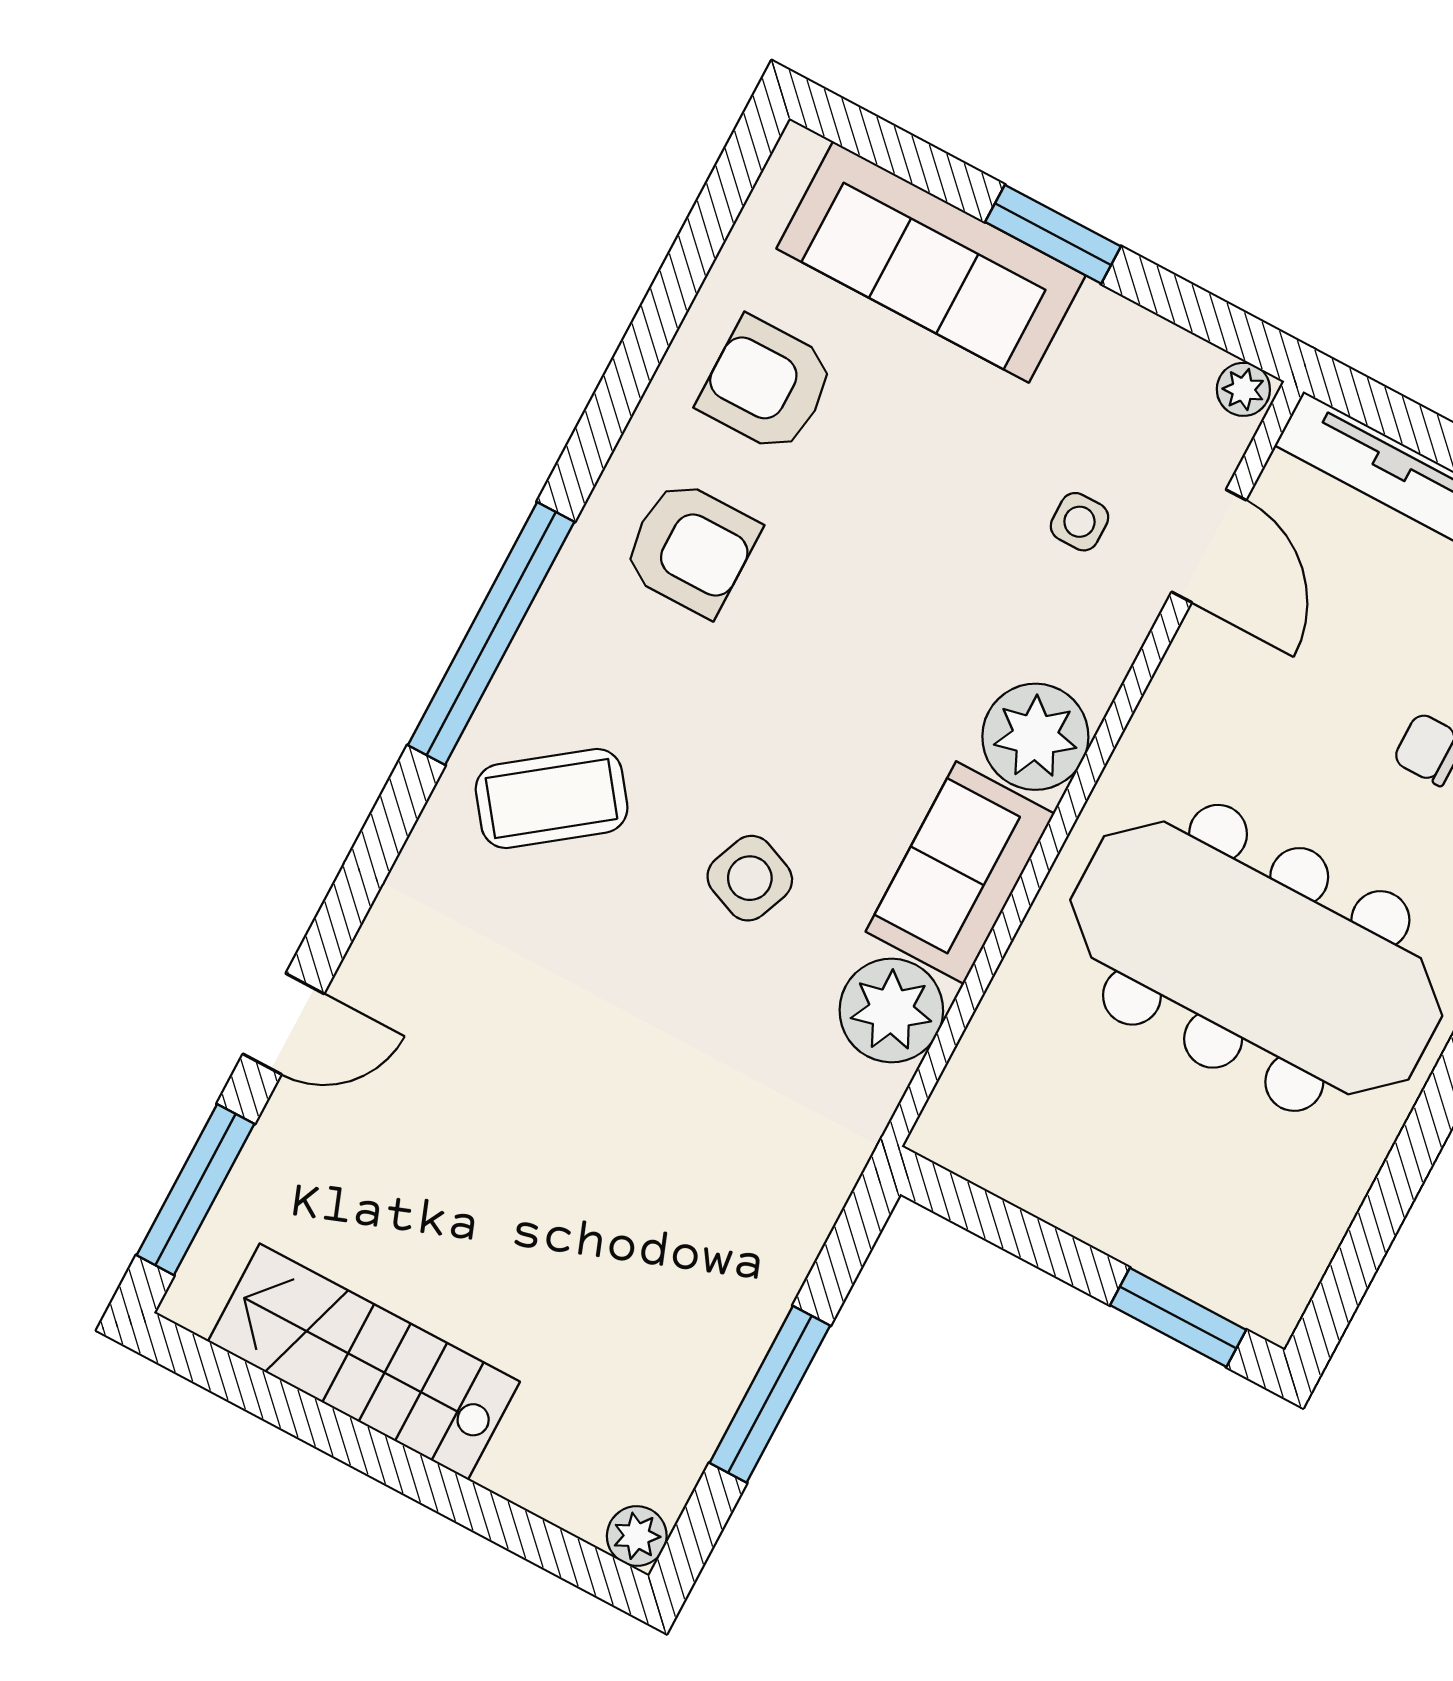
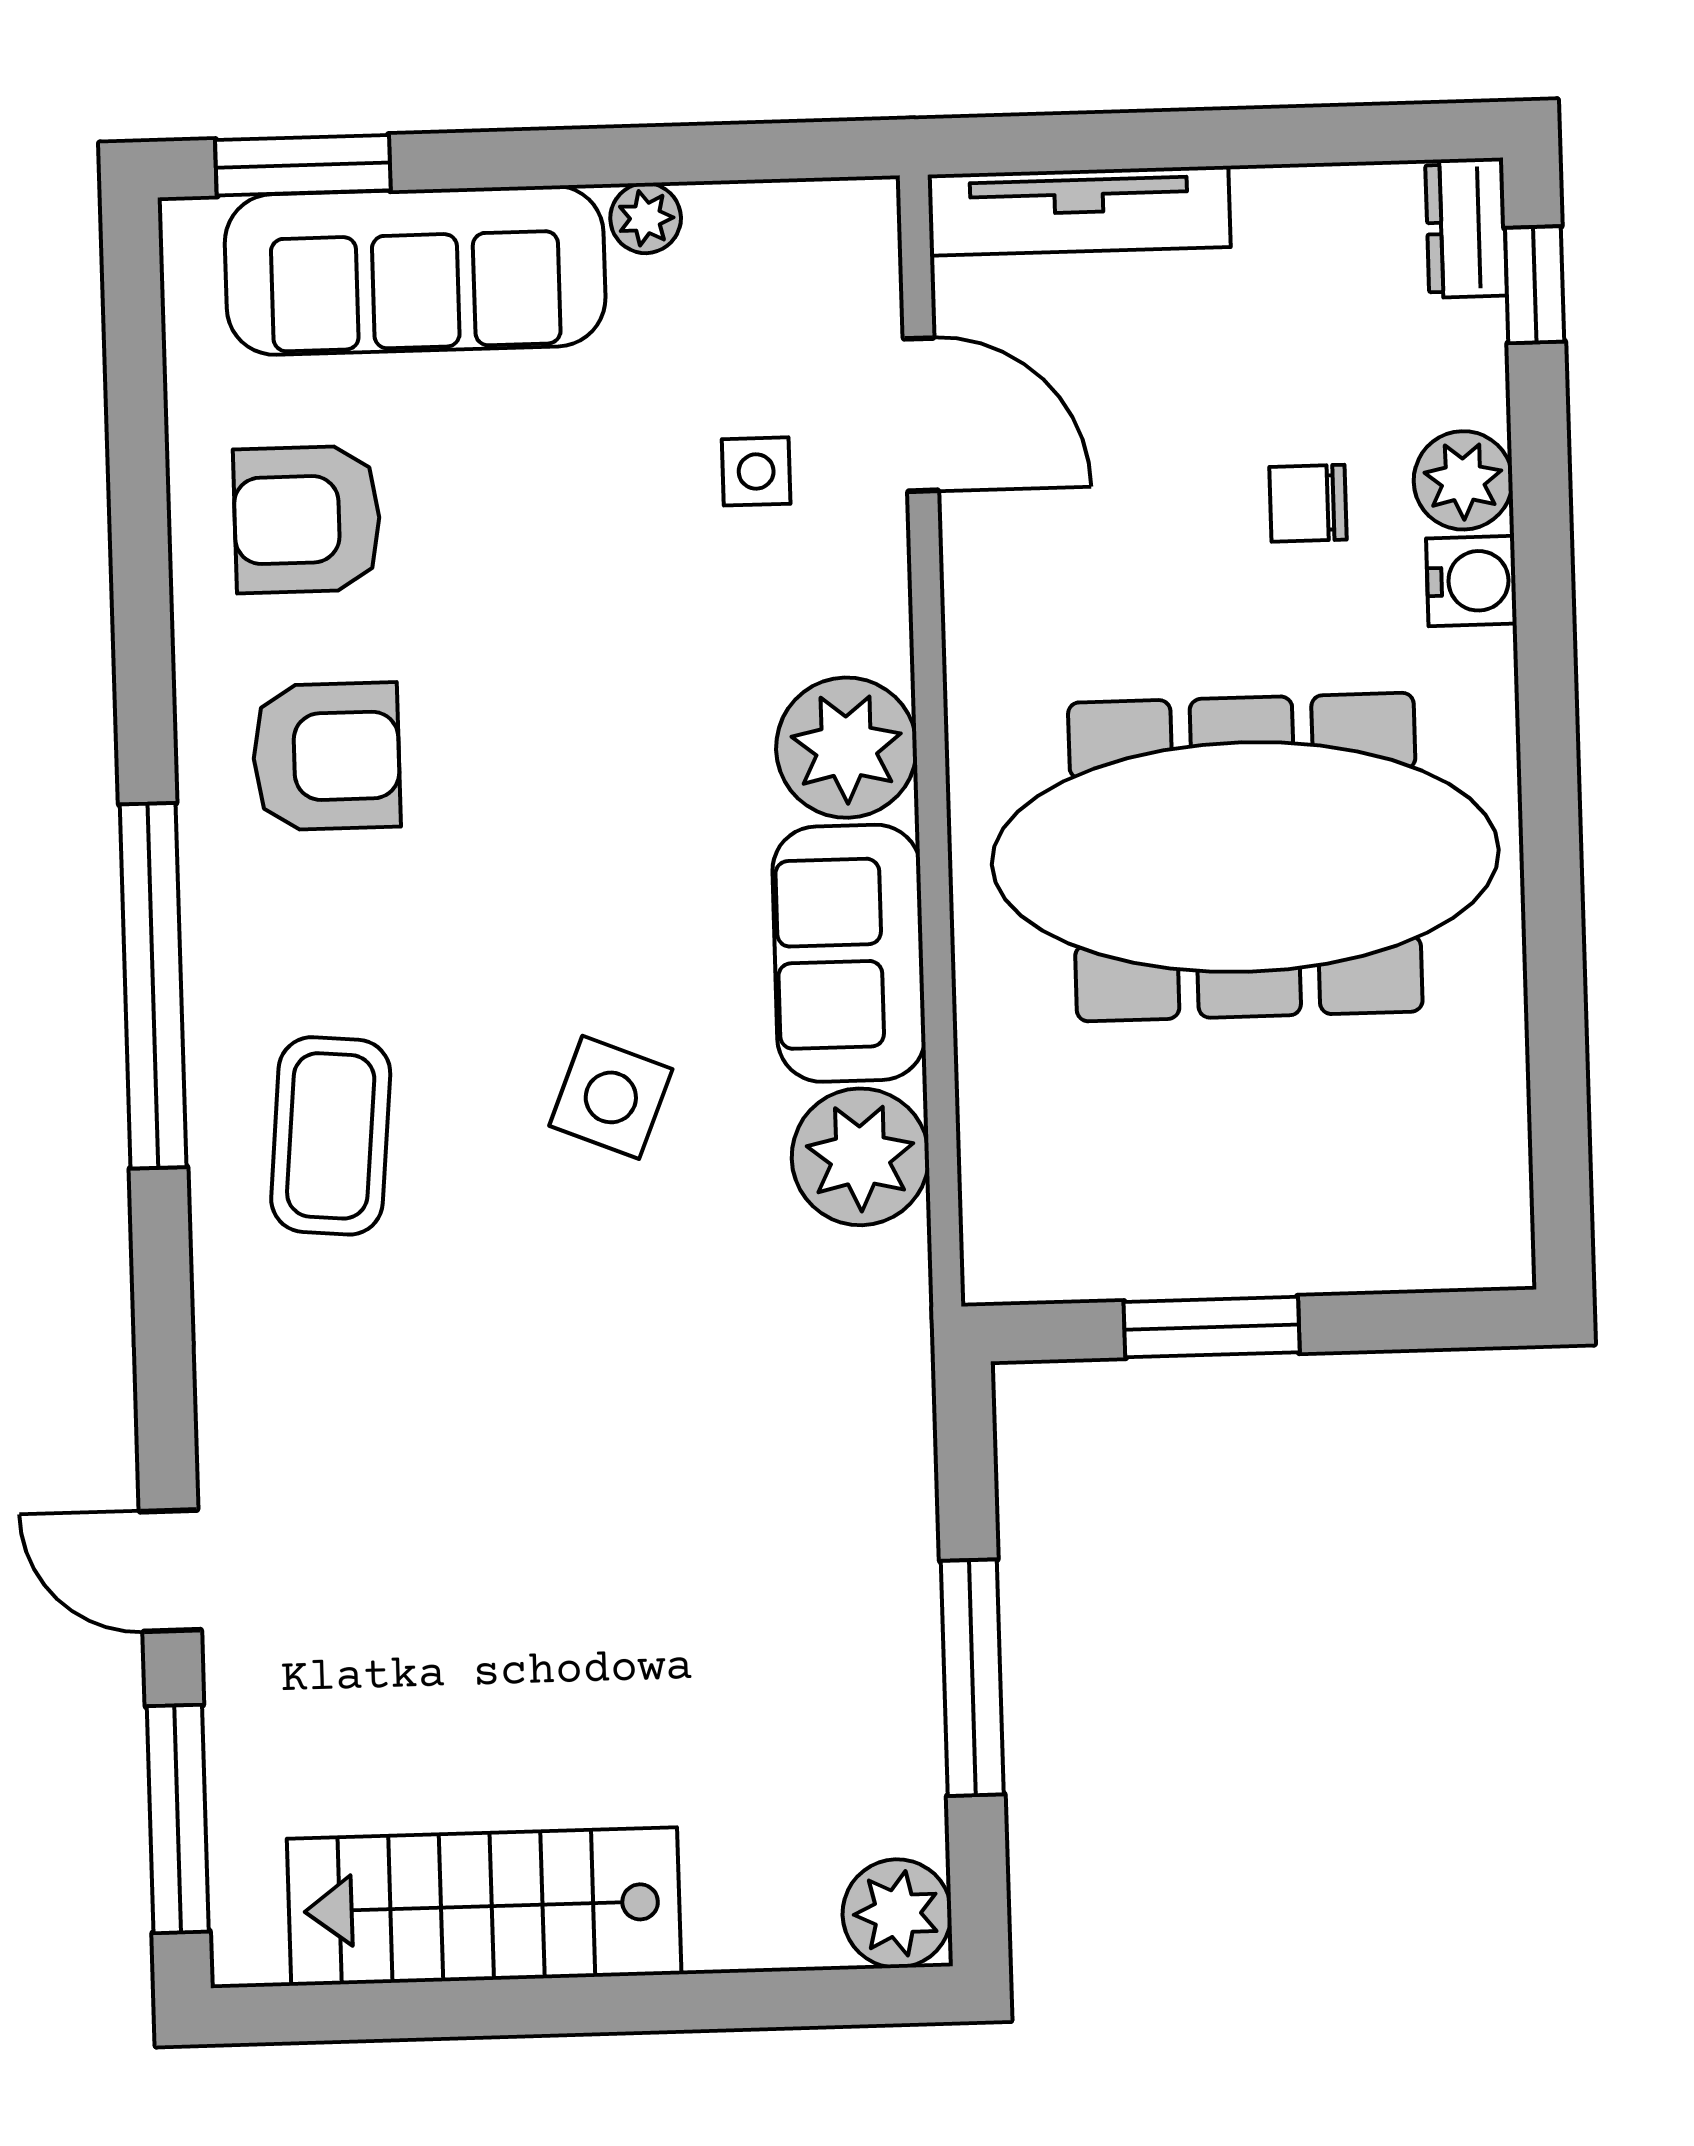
window: (1053, 234) -> (303, 165), moved
plant: (1243, 389) -> (646, 218), moved
coffee table: (552, 798) -> (331, 1136), turned -48
door: (284, 1024) -> (170, 1571), swing flipped
window: (1178, 1317) -> (1212, 1327), moved
plant: (637, 1536) -> (897, 1914), width x1.38, depth x1.38

